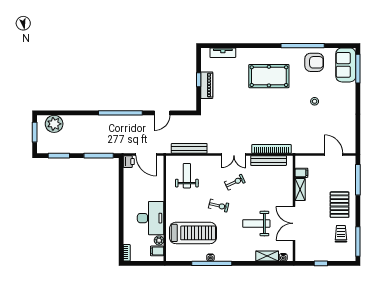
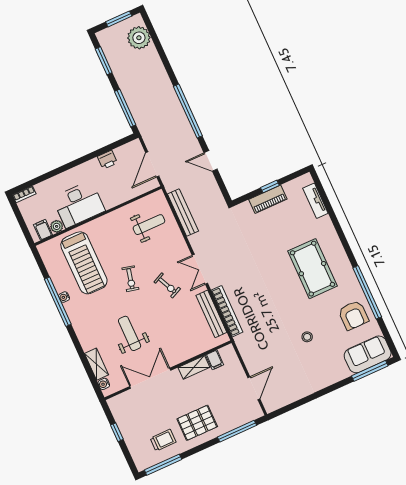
printer: (129, 162) -> (107, 160), moved

